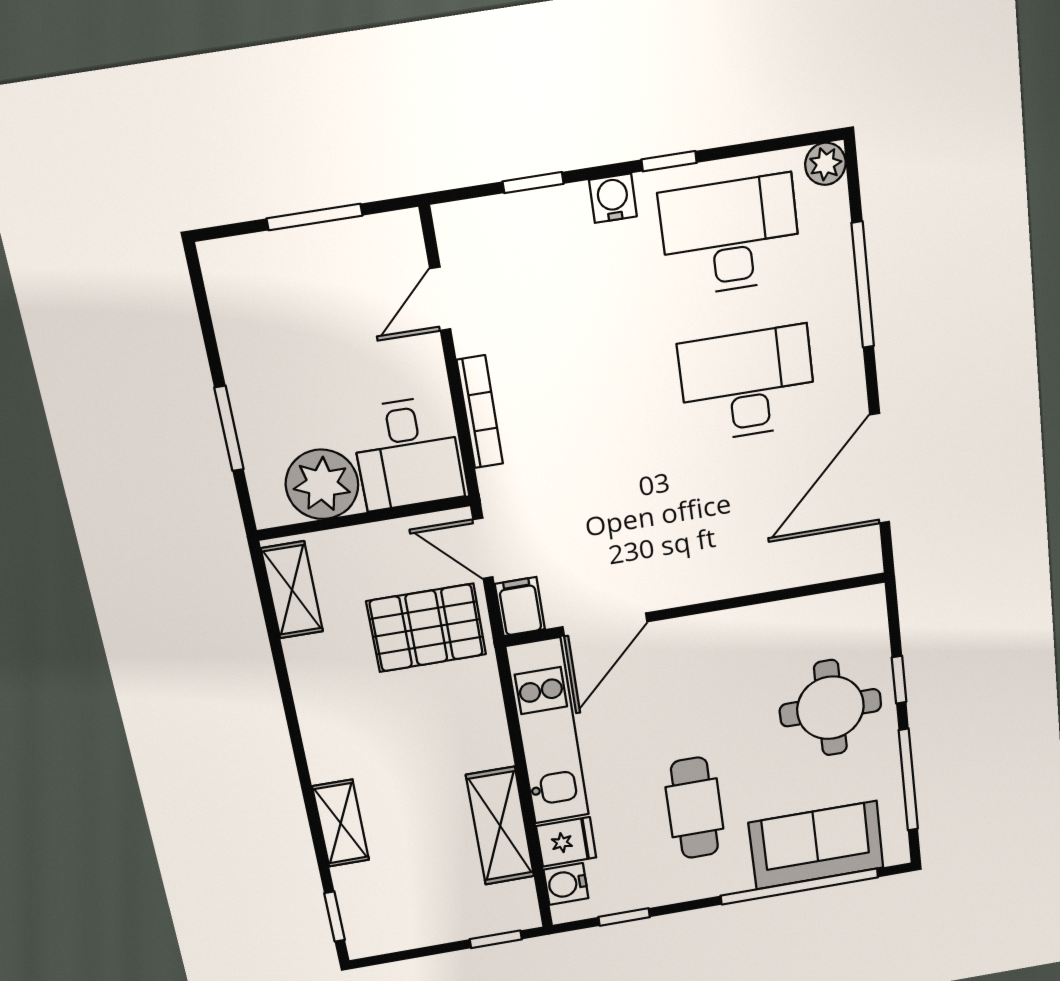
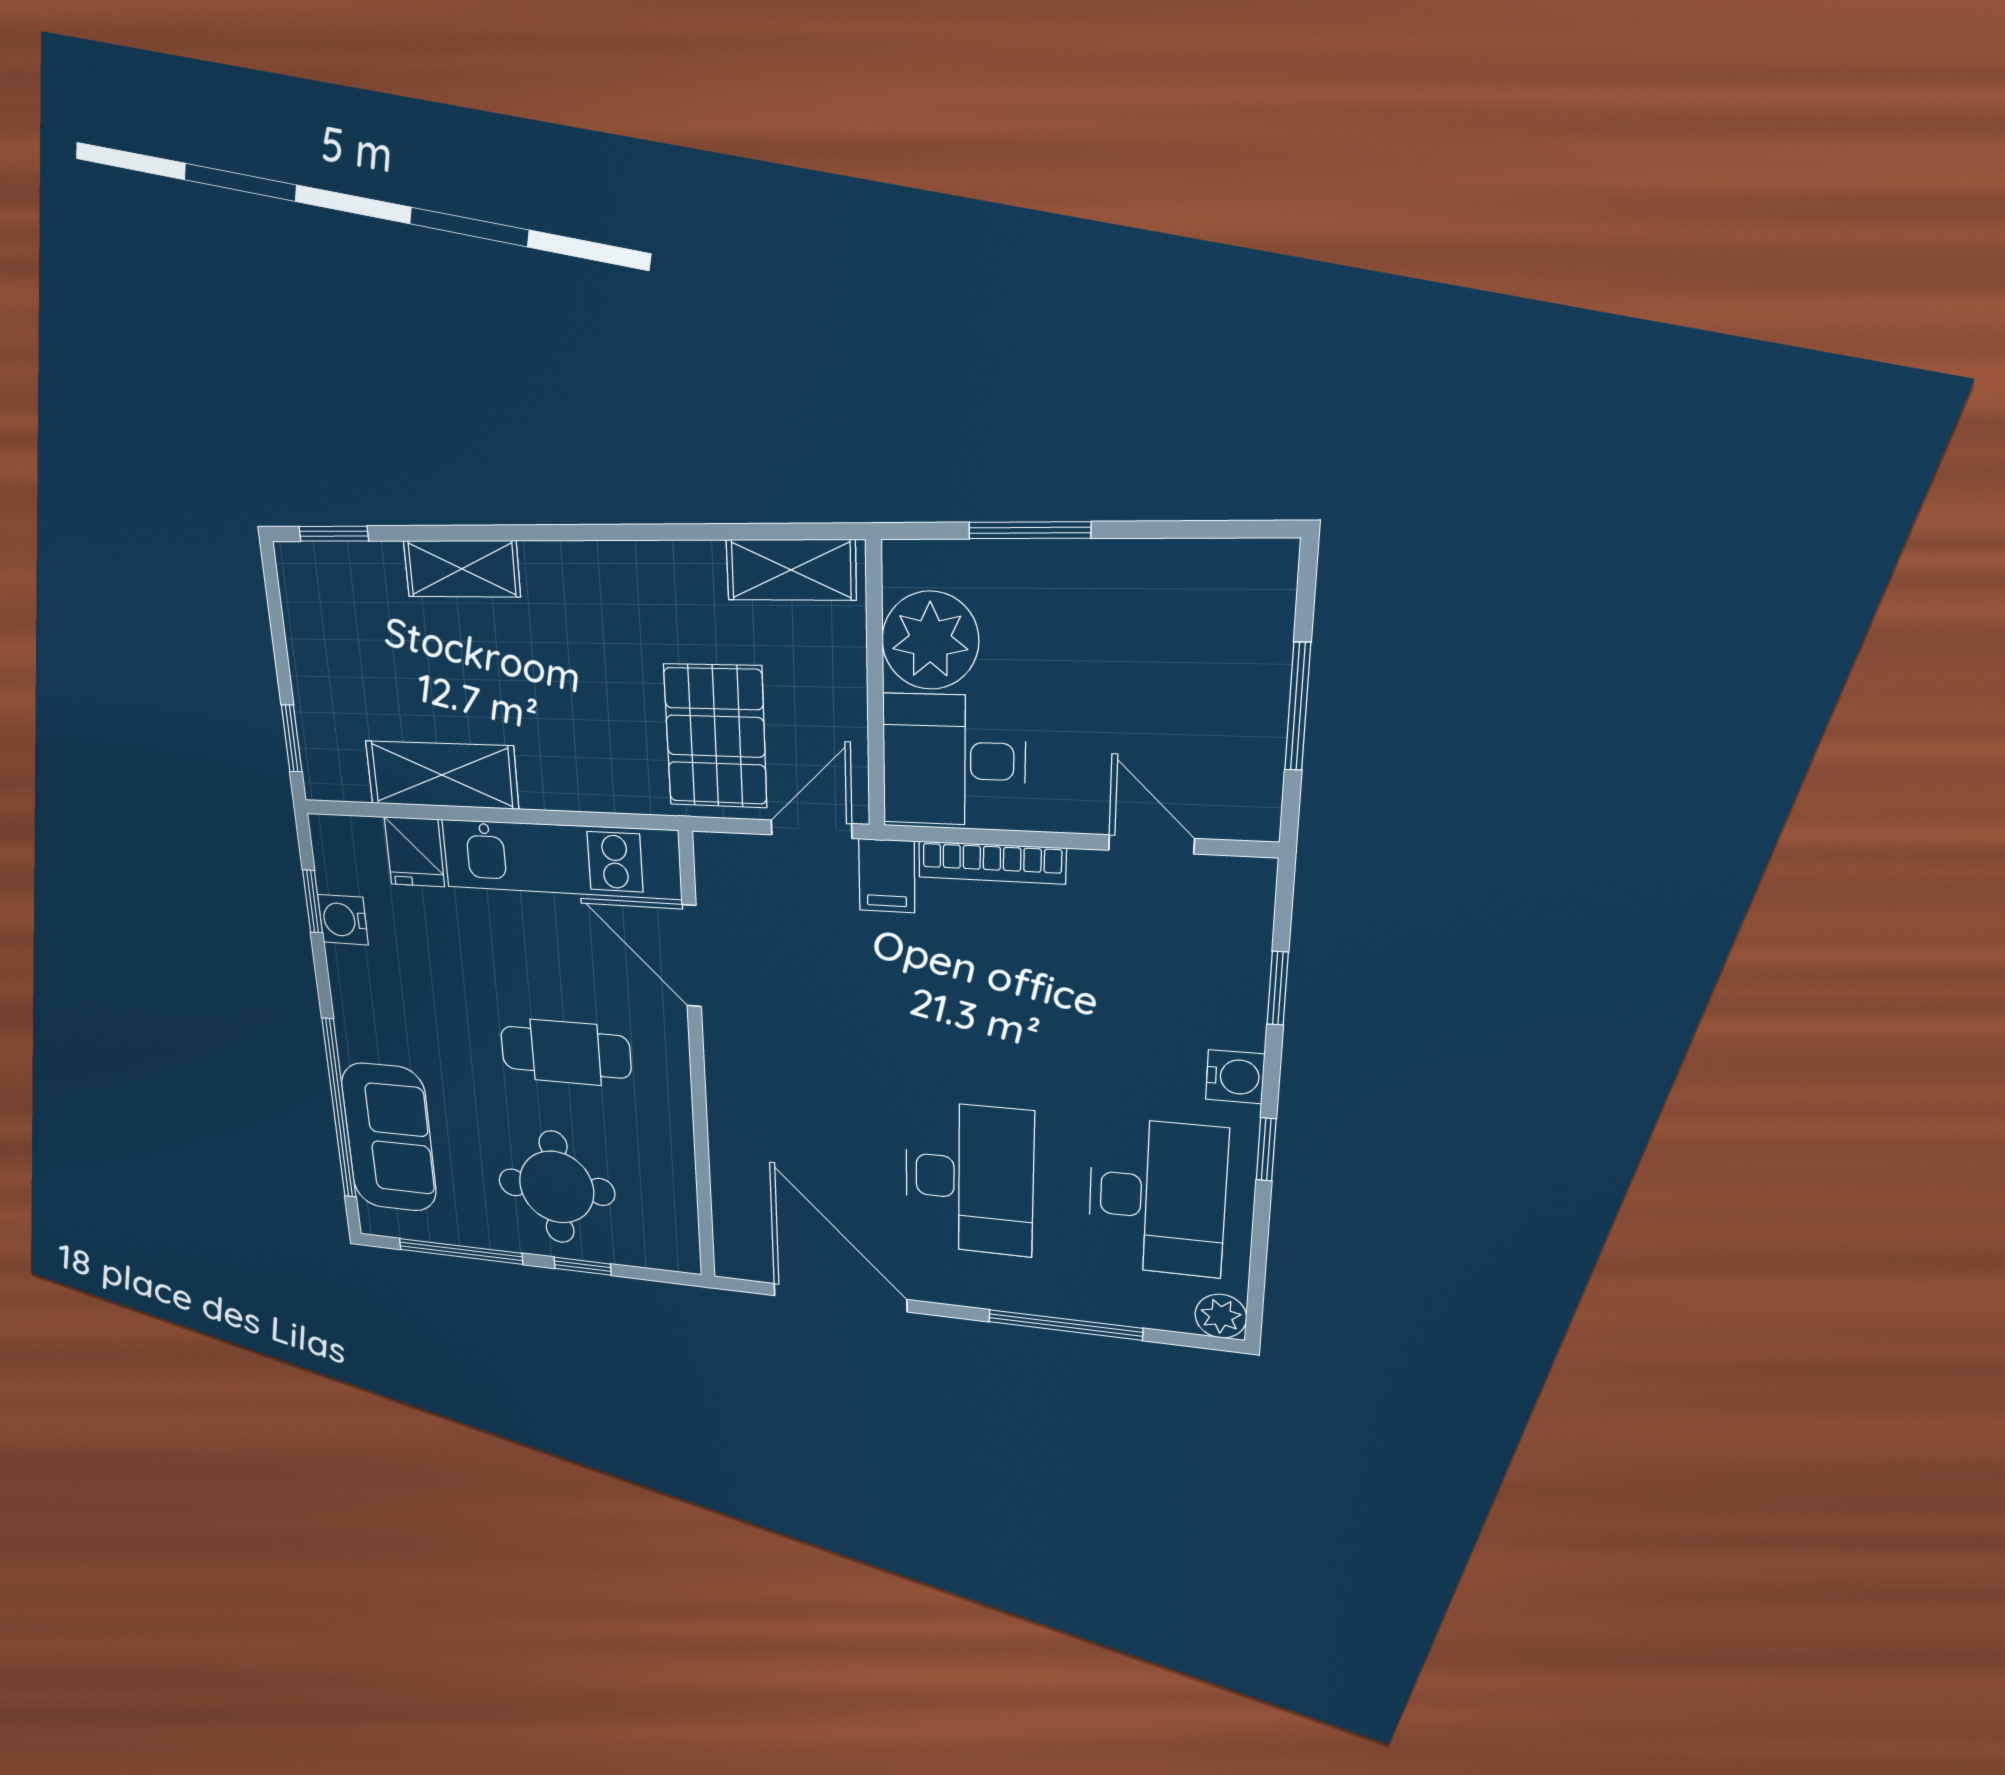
filing cabinet: (520, 607) -> (887, 876), moved, turned 90
cafe table: (695, 808) -> (566, 1052), moved
water cooler: (566, 884) -> (343, 920), moved, turned -90

